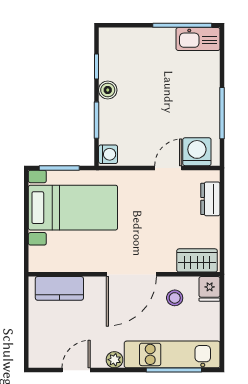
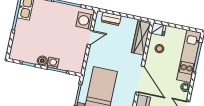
washing machine: (108, 154) -> (53, 63), moved
door: (168, 168) -> (90, 38), swing flipped
wardrobe: (197, 260) -> (141, 38), width x1.50
door: (131, 274) -> (140, 79), moved

